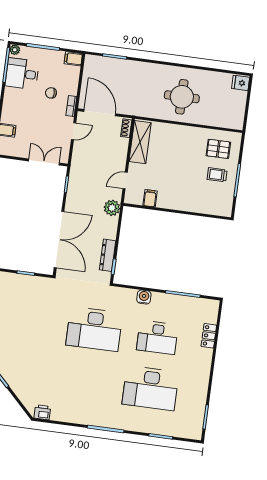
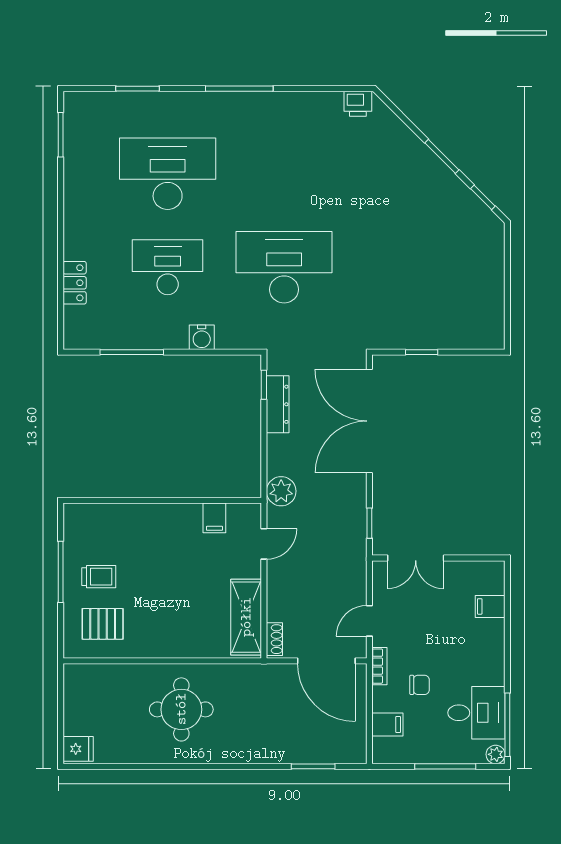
filing cabinet: (73, 59) -> (387, 725), moved

